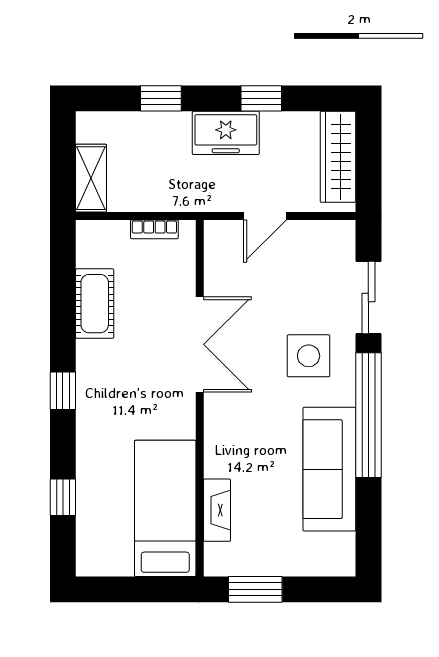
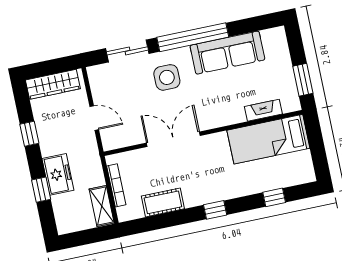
freezer: (226, 133) -> (58, 174), moved
shelving: (91, 178) -> (102, 206), moved, turned 90
bookcase: (154, 229) -> (116, 185), width x1.56

